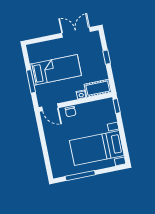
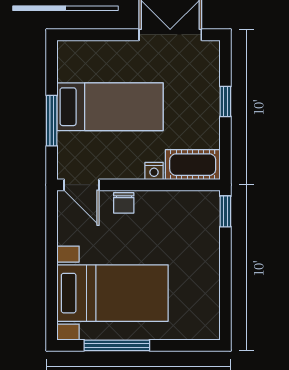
bed with nightstands: (97, 148) -> (113, 293), moved, turned 180

